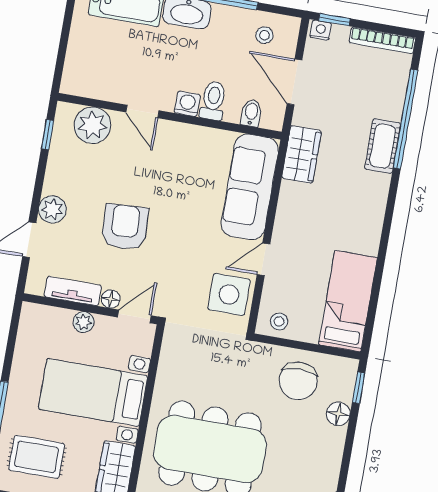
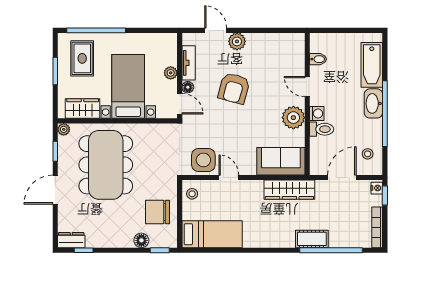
door: (143, 111) -> (307, 87), hinge flipped
bidet: (251, 113) -> (318, 59), moved
plant: (92, 125) -> (293, 118), moved
window: (48, 134) -> (283, 30), removed
wardrobe: (302, 154) -> (289, 190), width x1.50
sofa: (250, 187) -> (281, 161), width x0.73
armchair: (125, 227) -> (234, 88), turned 108

